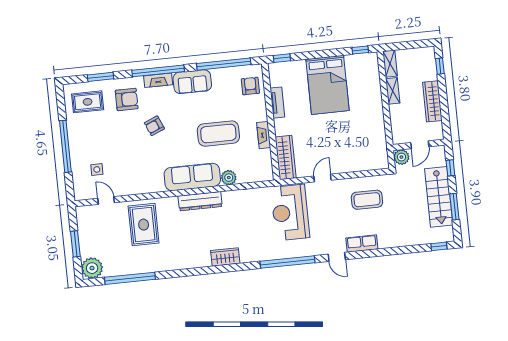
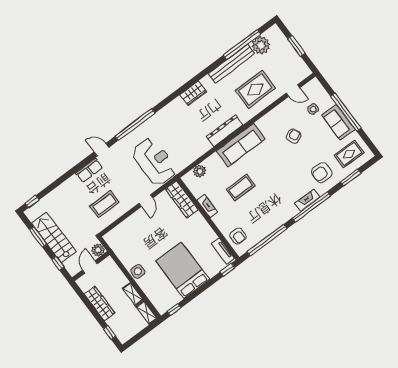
sofa: (192, 82) -> (338, 122), moved, turned -90
tv unit: (277, 103) -> (223, 251), moved
side table: (374, 111) -> (138, 271), added
armchair: (154, 126) -> (294, 136), moved
coffee table: (218, 134) -> (241, 188), width x0.73, depth x0.76
plant: (229, 178) -> (200, 171), moved
rug: (144, 225) -> (255, 89), turned 90
wardrobe: (225, 257) -> (193, 93), moved
bench: (152, 265) -> (231, 64), added
plant: (92, 268) -> (261, 45), moved

